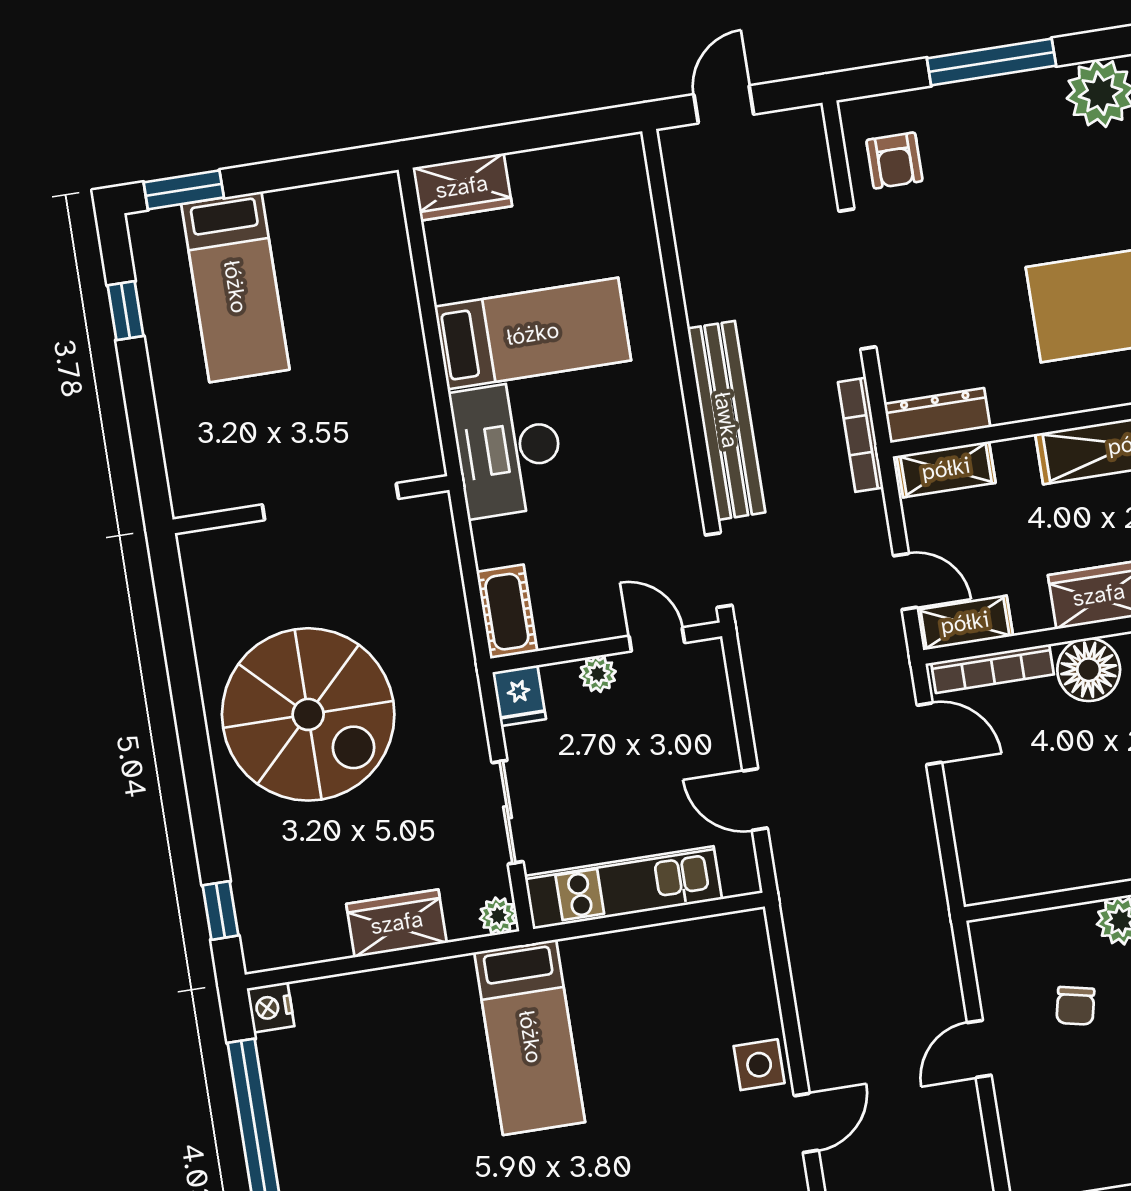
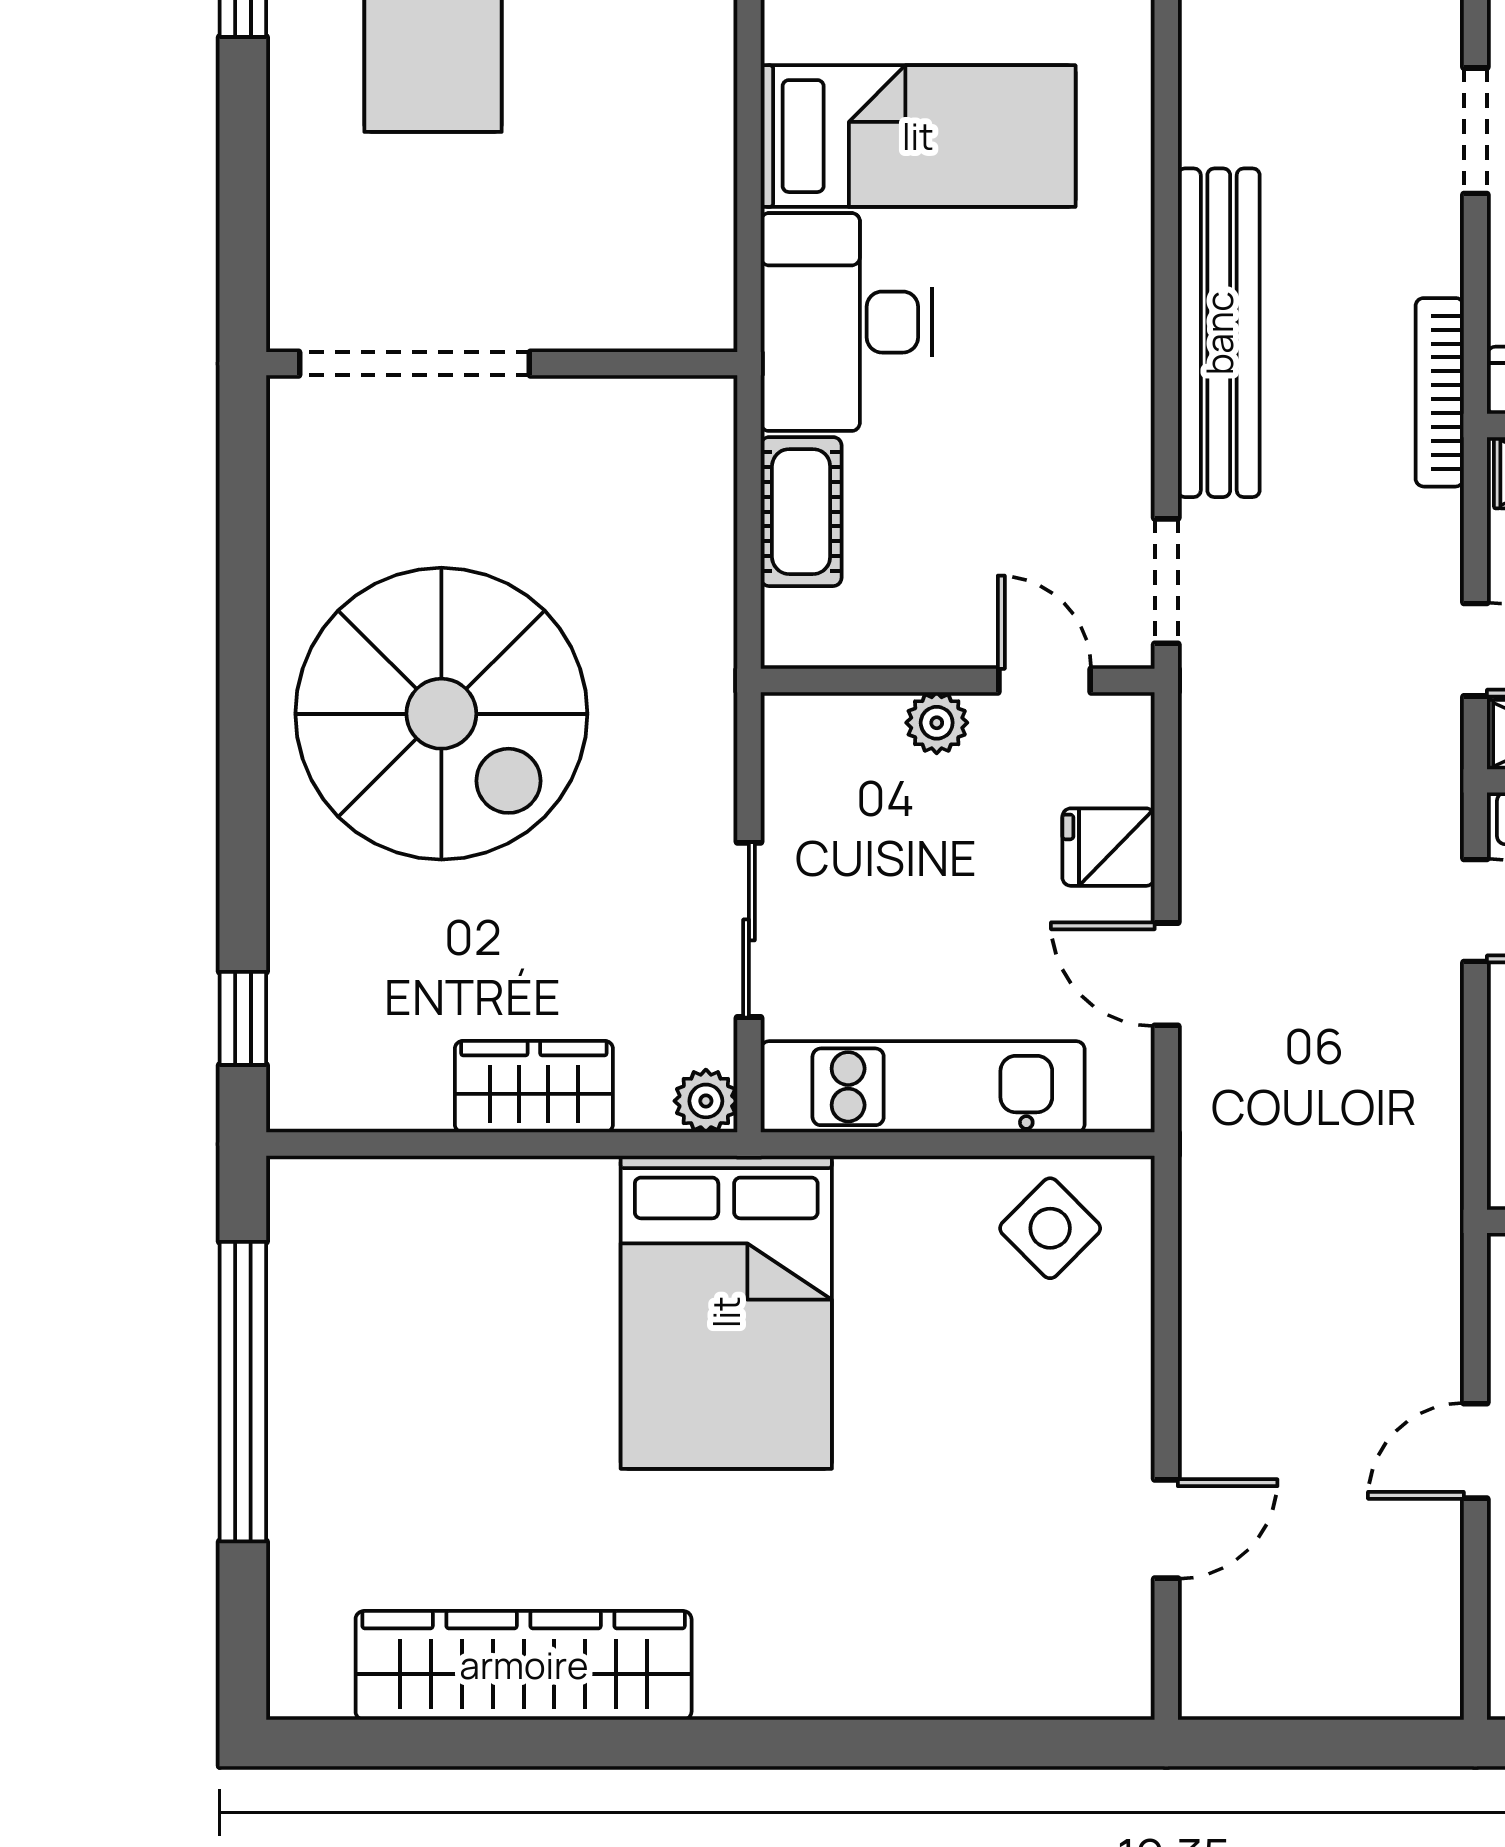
doorway: (857, 279) -> (1475, 131), width x0.53
doorway: (330, 502) -> (415, 364), moved
cot: (507, 612) -> (801, 512), moved
fridge: (519, 696) -> (1109, 847), moved, turned 90
nightstand: (271, 1007) -> (301, 1194), removed
bed: (530, 1037) -> (726, 1312), width x1.50
side table: (759, 1065) -> (1050, 1228), moved, turned 45

